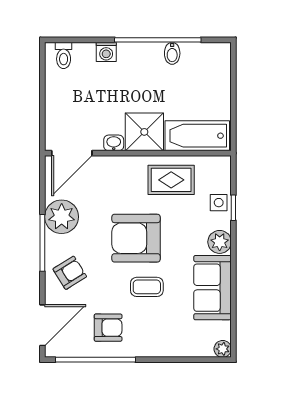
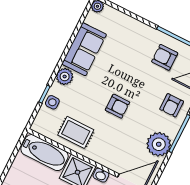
armchair: (136, 238) -> (117, 106), width x0.53, depth x0.53
armchair: (70, 273) -> (172, 105), turned -58
coffee table: (147, 287) -> (126, 71), removed

